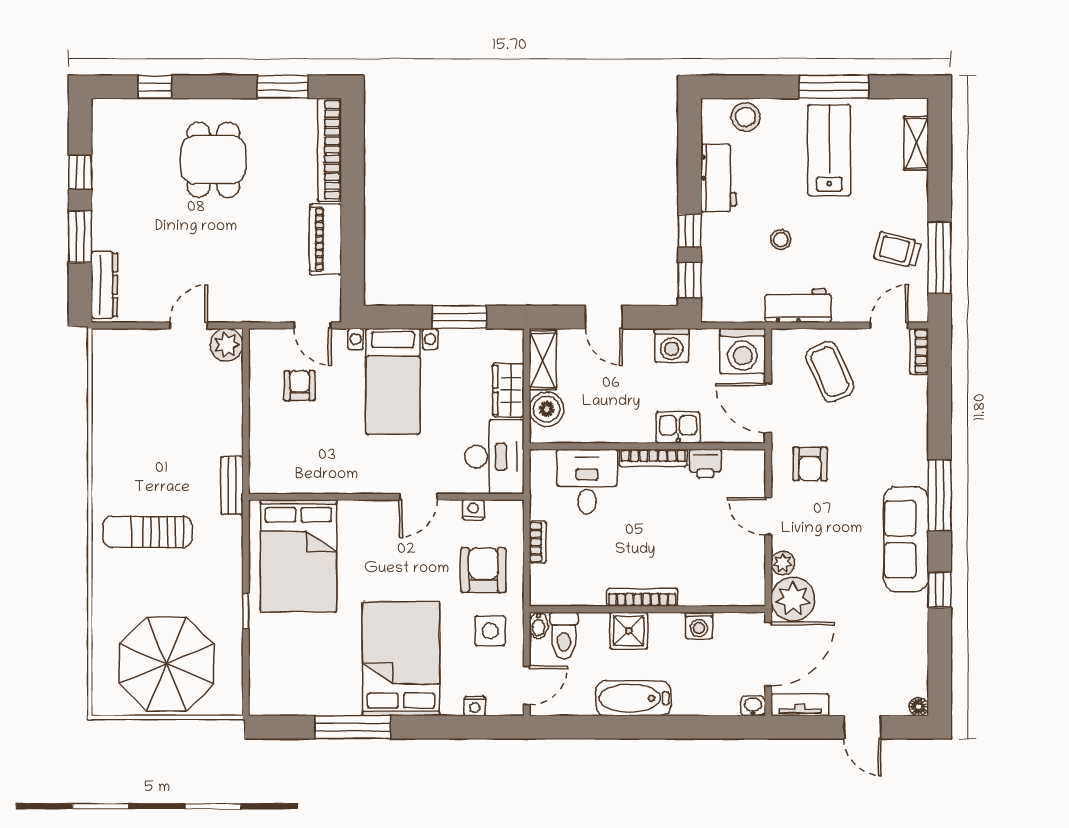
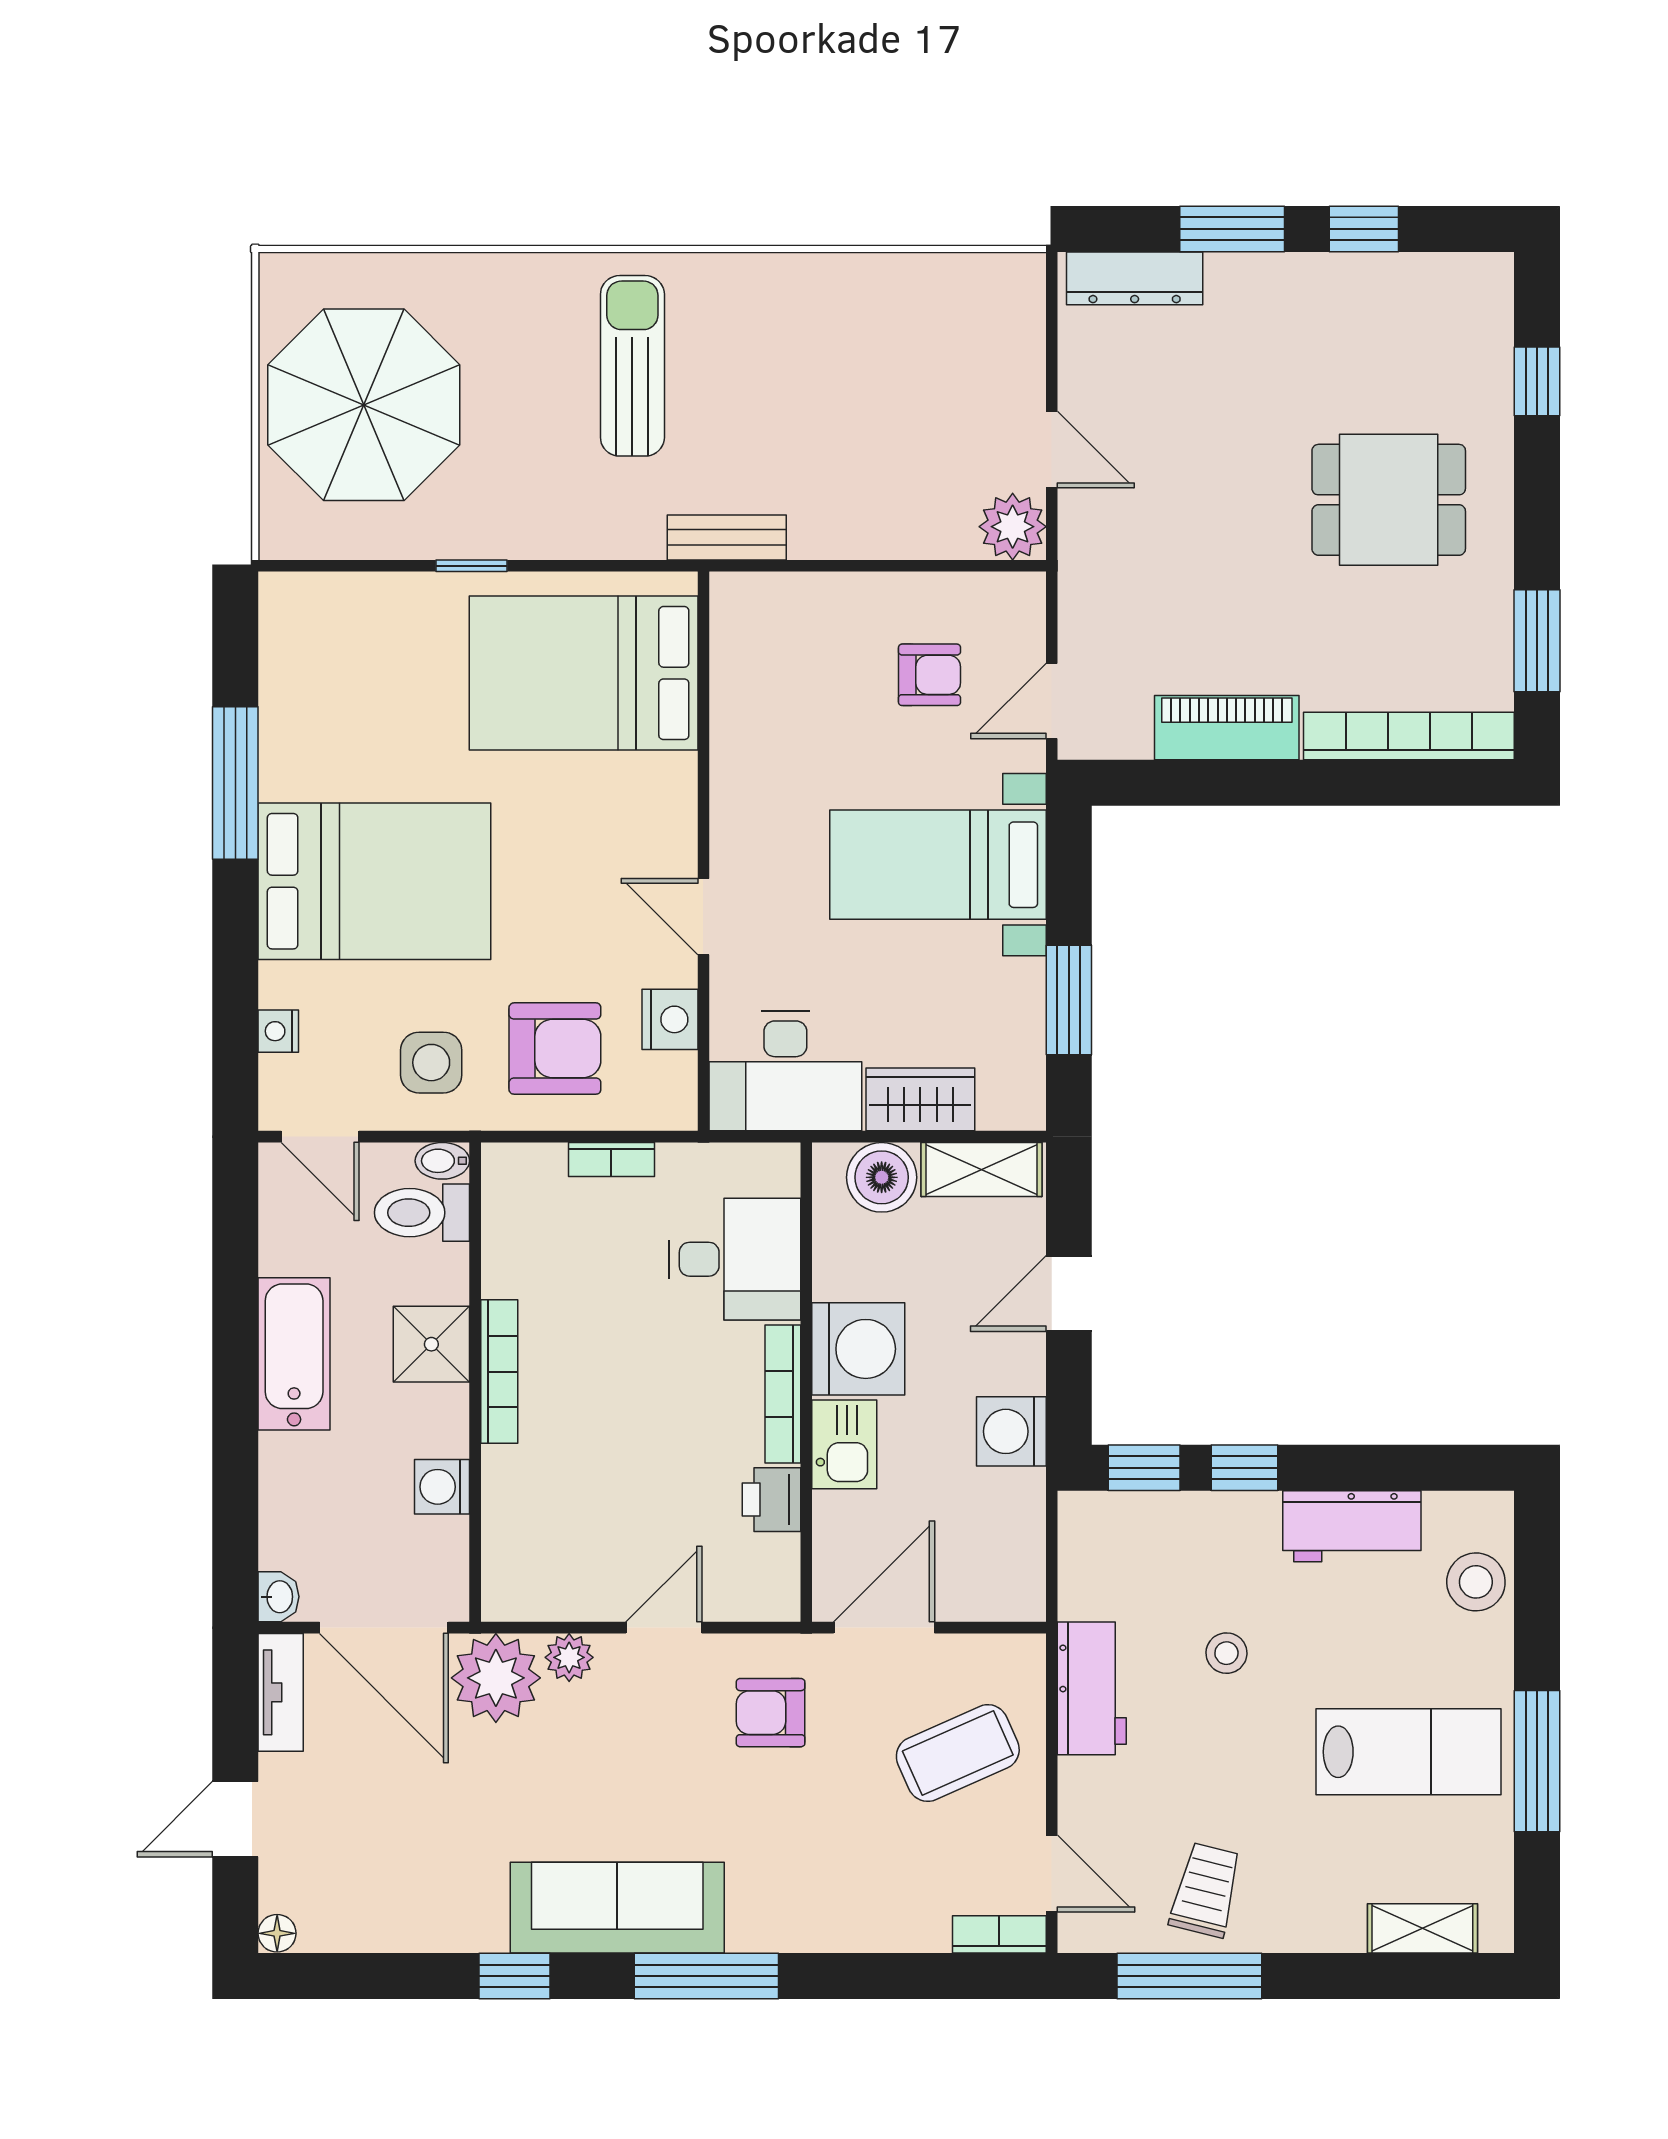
washing machine: (743, 351) -> (858, 1349), moved, turned 180
nightstand: (473, 510) -> (670, 1019), width x1.39, depth x1.35

